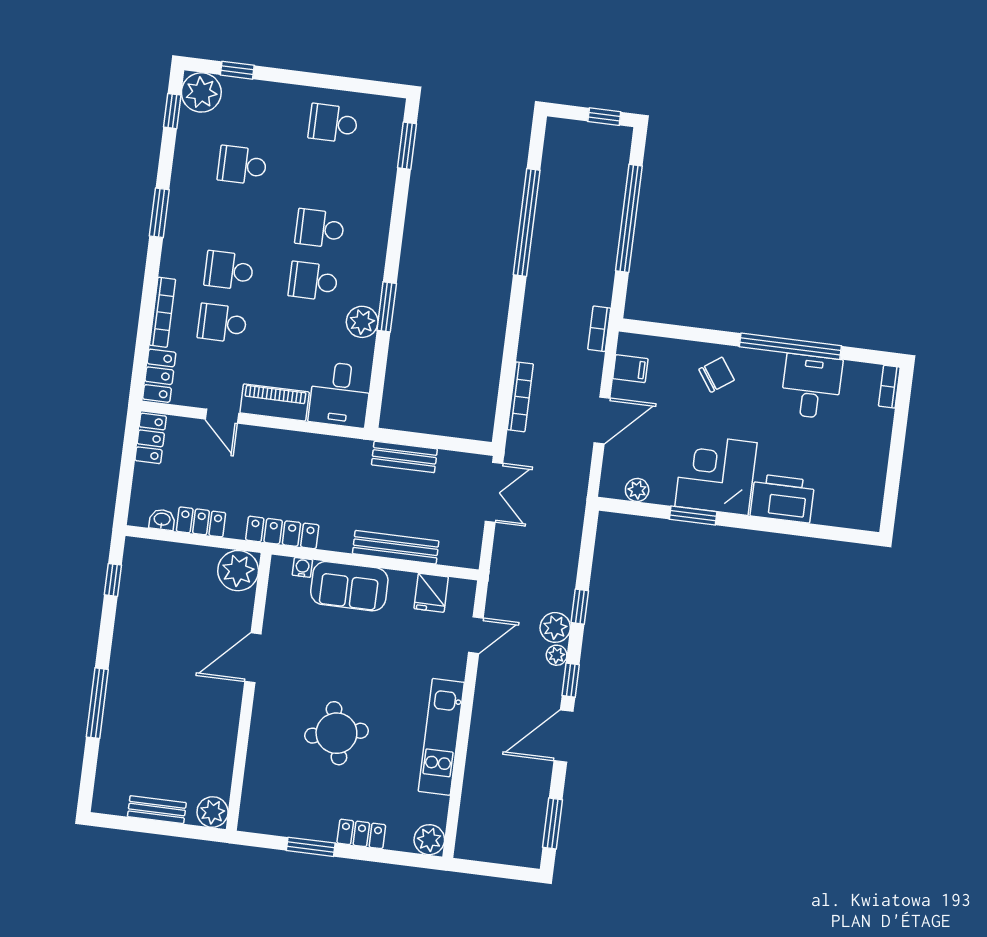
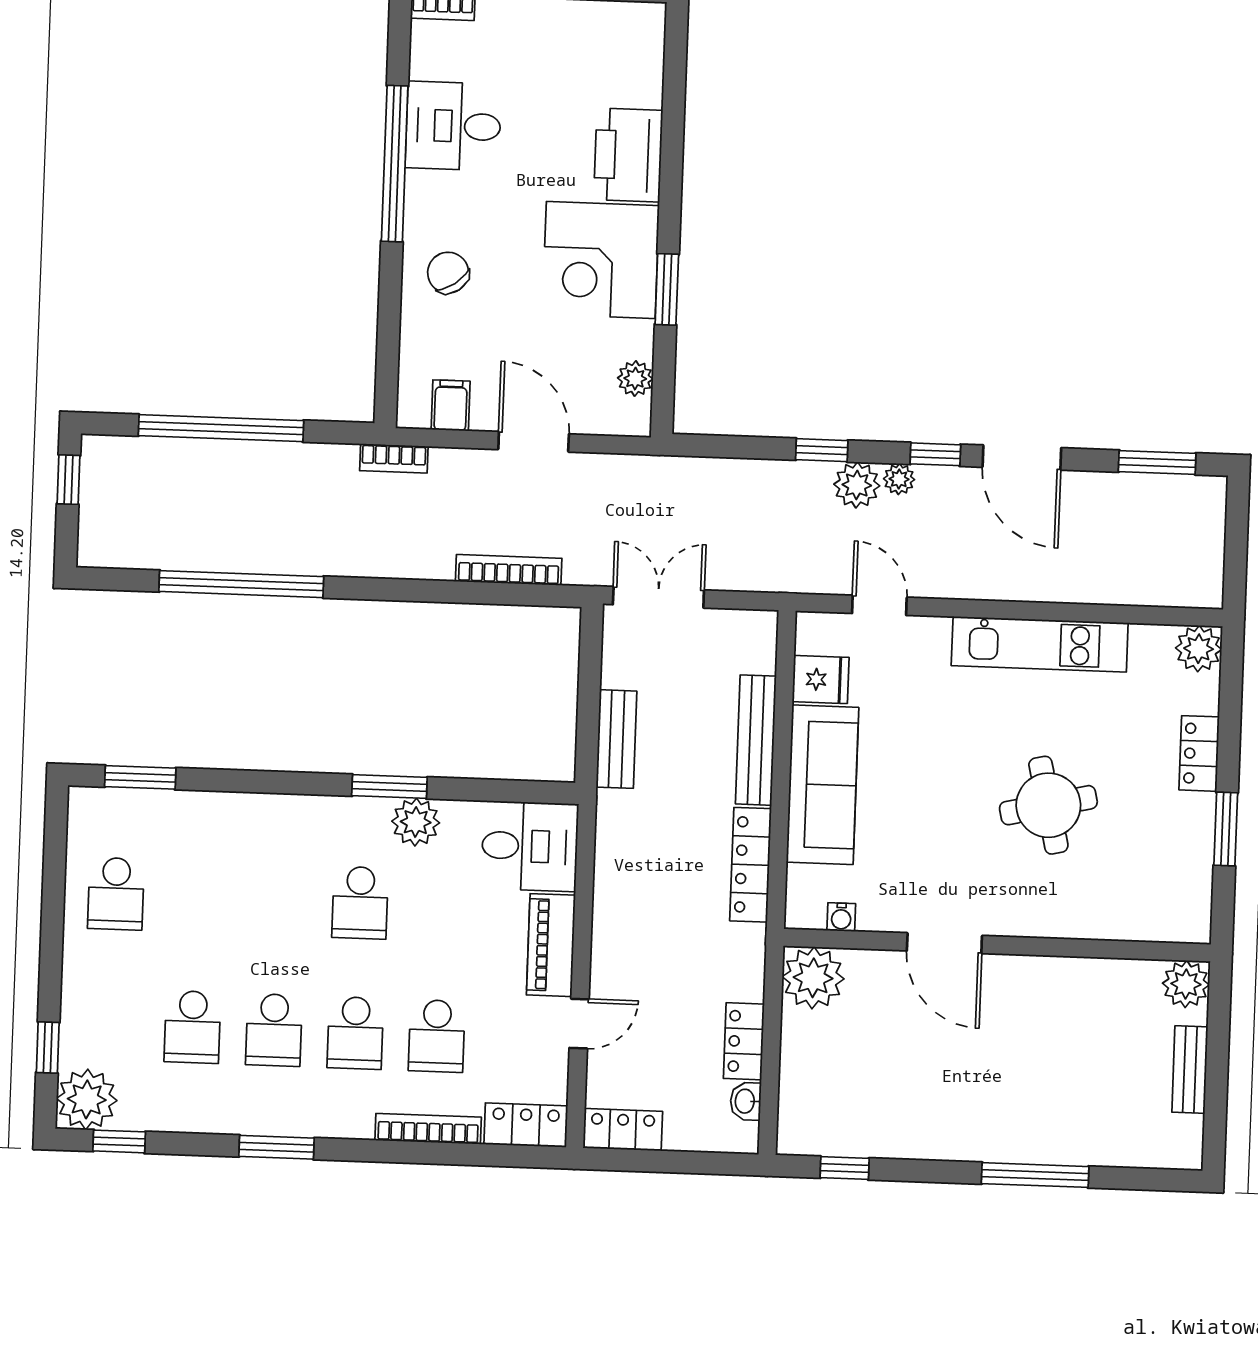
school desk: (320, 229) -> (274, 1030), moved
locker: (282, 532) -> (751, 865), moved
water cooler: (302, 567) -> (841, 917), moved, turned -90
sofa: (349, 586) -> (823, 785), width x1.36

